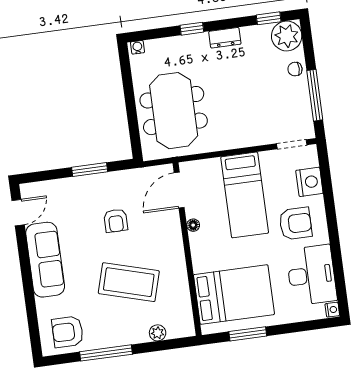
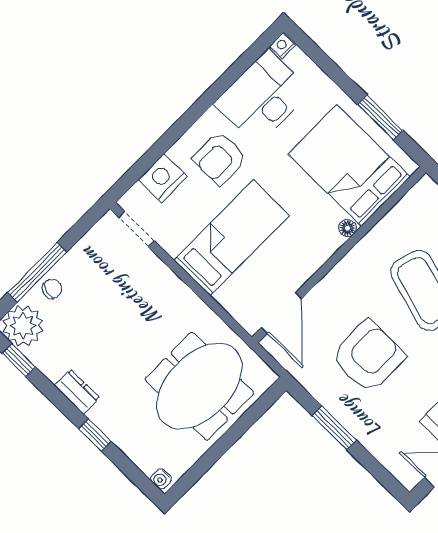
chair: (295, 69) -> (52, 289), turned -78
window: (315, 95) -> (37, 272), moved
door: (179, 190) -> (281, 313), hinge flipped
armchair: (116, 221) -> (368, 357), width x1.88, depth x1.88
armchair: (296, 223) -> (220, 158), turned -90
floor lamp: (193, 225) -> (348, 228), moved

